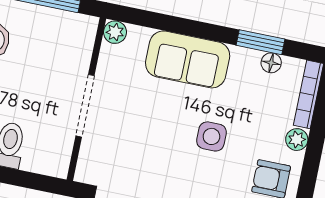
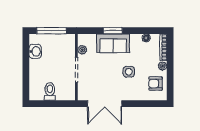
plant: (115, 32) -> (82, 50), moved
window: (261, 42) -> (113, 31), moved

